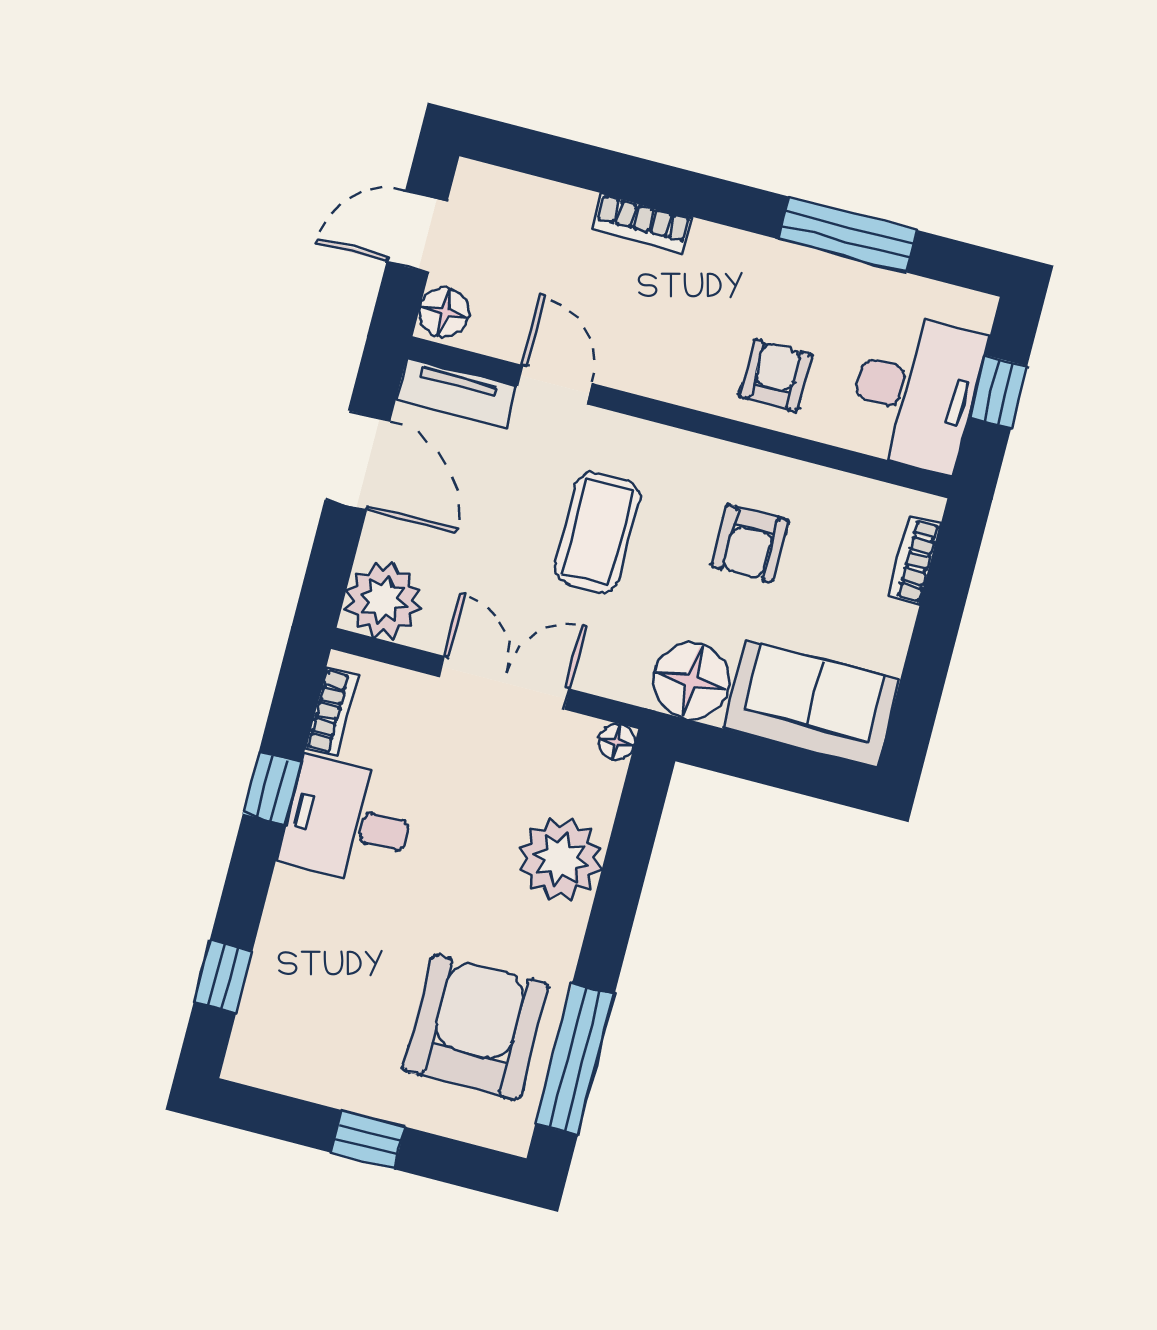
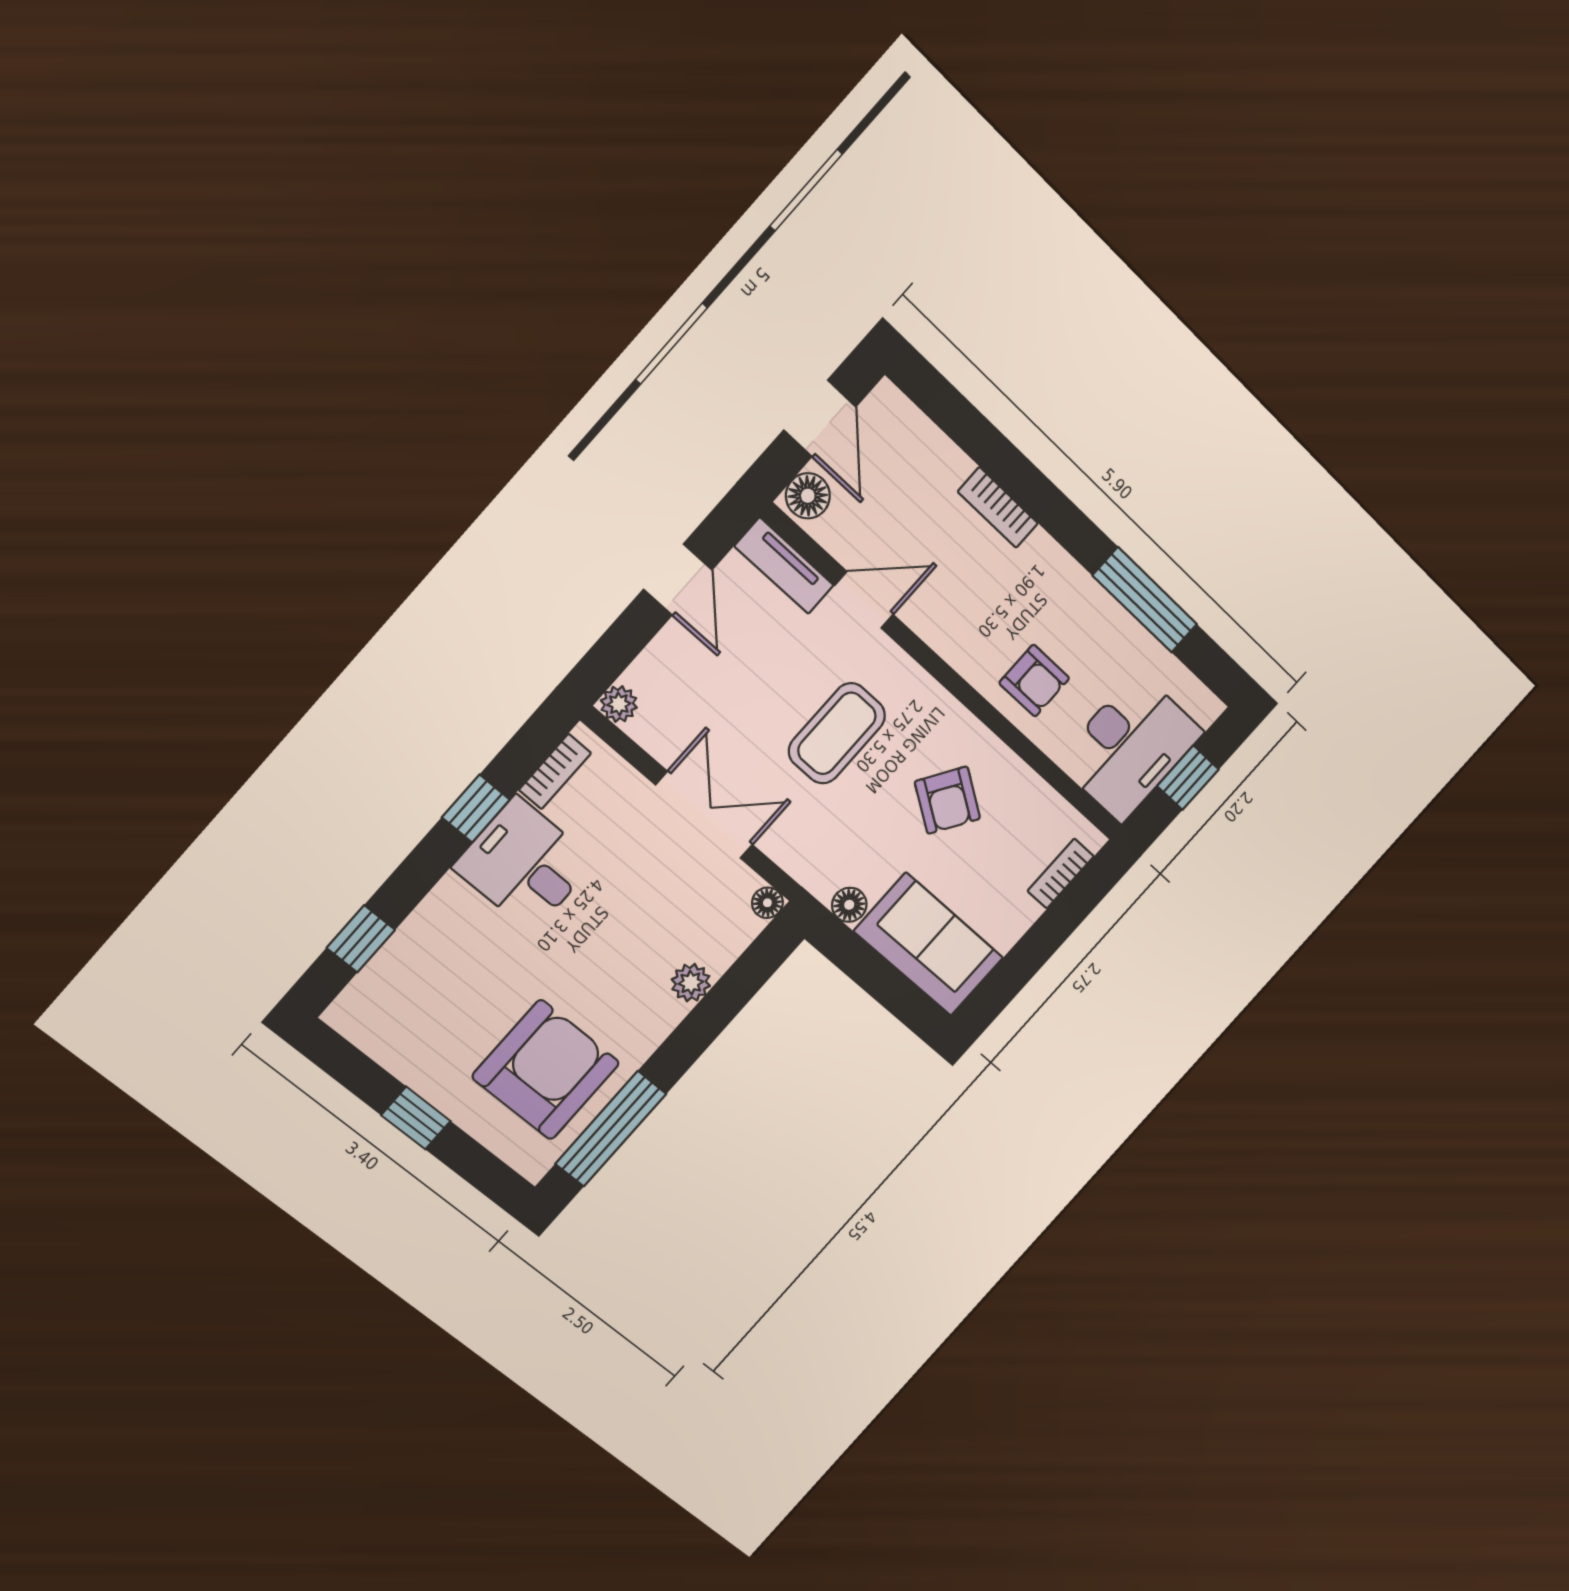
door: (417, 232) -> (820, 418), swing flipped
armchair: (775, 375) -> (1034, 681), turned 90
door: (555, 385) -> (864, 600), hinge flipped
door: (357, 460) -> (678, 580), width x0.73
armchair: (750, 543) -> (947, 800), turned -57
plant: (383, 600) -> (619, 704), width x0.53, depth x0.53
floor lamp: (691, 681) -> (849, 905), width x0.53, depth x0.53
plant: (561, 859) -> (691, 983), width x0.53, depth x0.53

